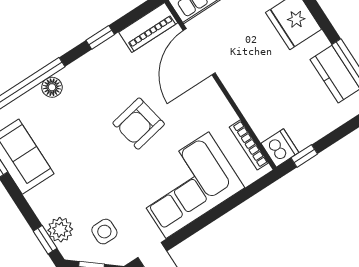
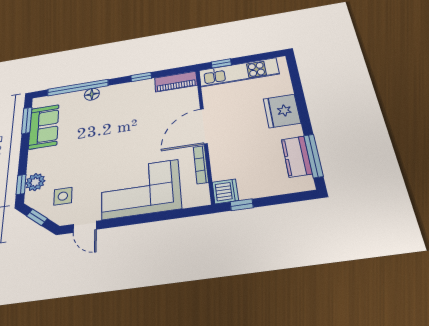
door: (199, 52) -> (204, 126), moved
armchair: (139, 124) -> (132, 136), removed
bookcase: (249, 145) -> (201, 165), moved

